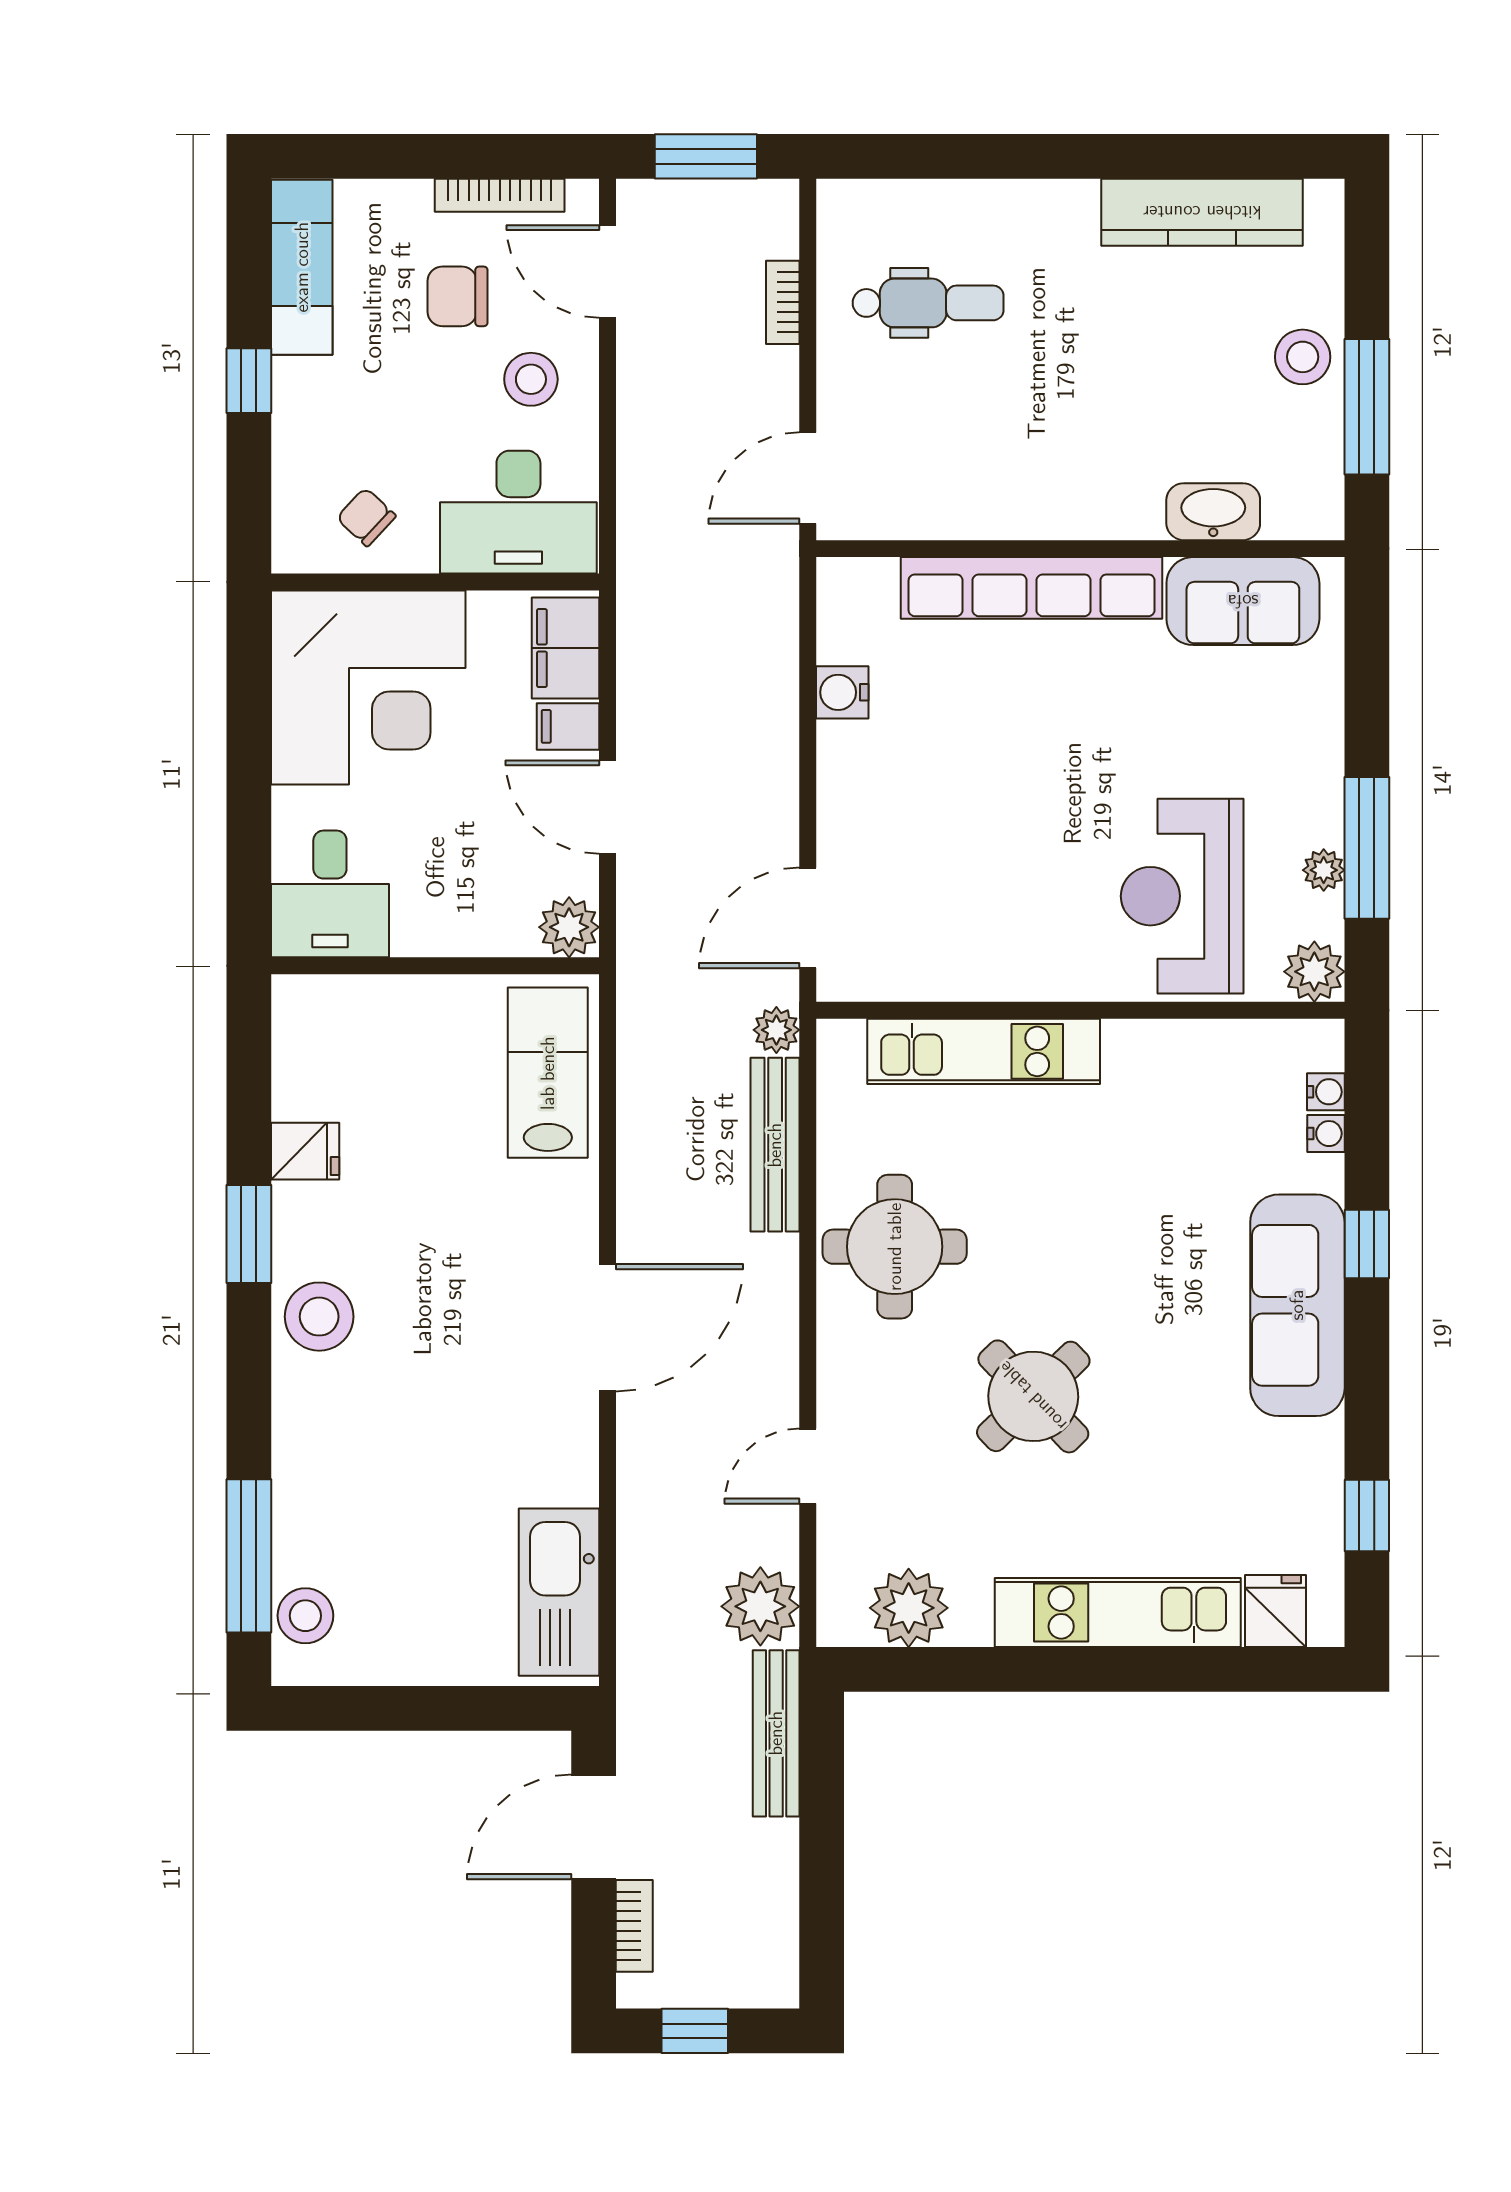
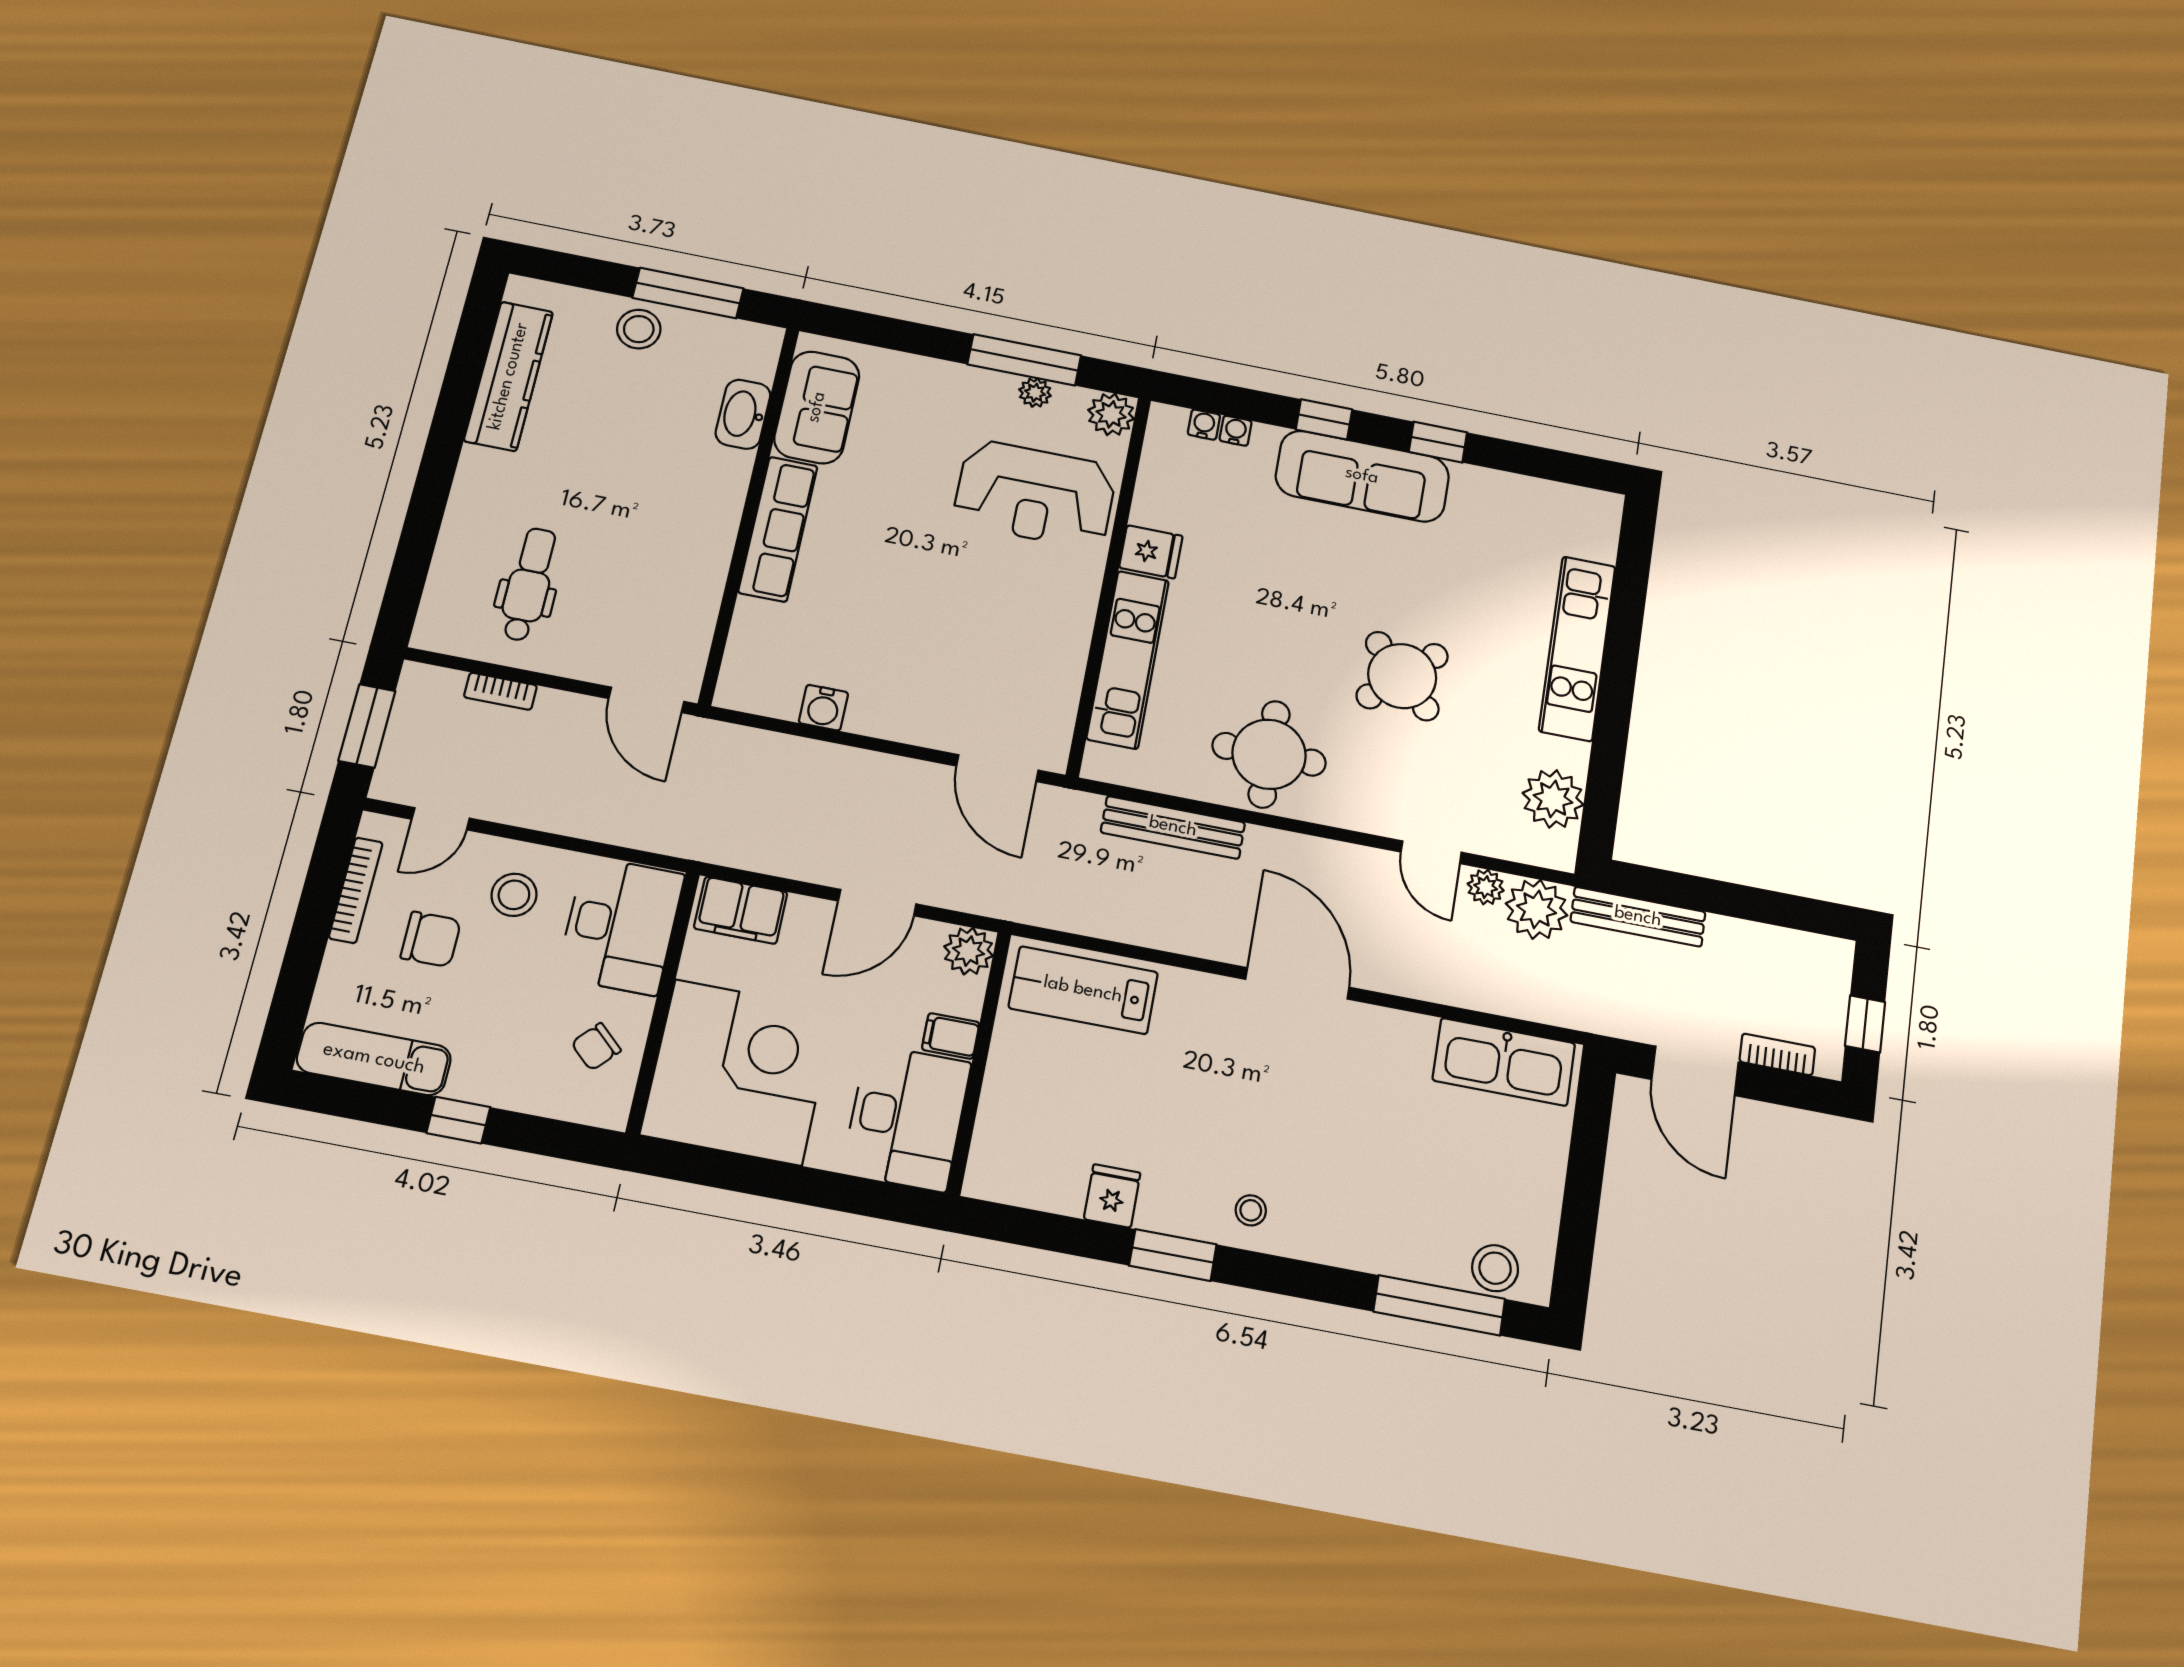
door: (608, 271) -> (441, 819), width x0.73
chair: (458, 296) -> (431, 939), turned -90
row of seats: (1032, 588) -> (778, 529), width x0.73
filing cabinet: (568, 726) -> (951, 1036), moved, turned 90
desk: (330, 894) -> (907, 1118), width x1.37
plant: (776, 1030) -> (1486, 887), moved
stool: (319, 1317) -> (1251, 1210), width x0.53, depth x0.53
window: (1367, 1516) -> (1438, 442), moved
fridge: (1275, 1611) -> (1151, 552), moved, turned 180

